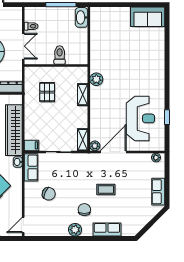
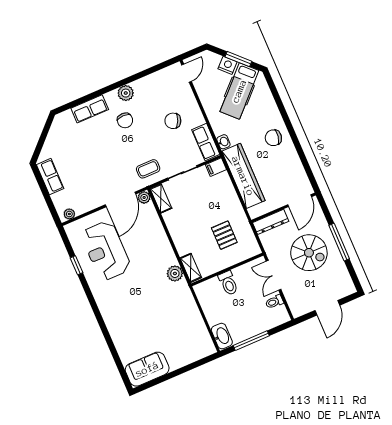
shelving: (83, 95) -> (191, 268), moved
coffee table: (106, 189) -> (148, 169), moved

